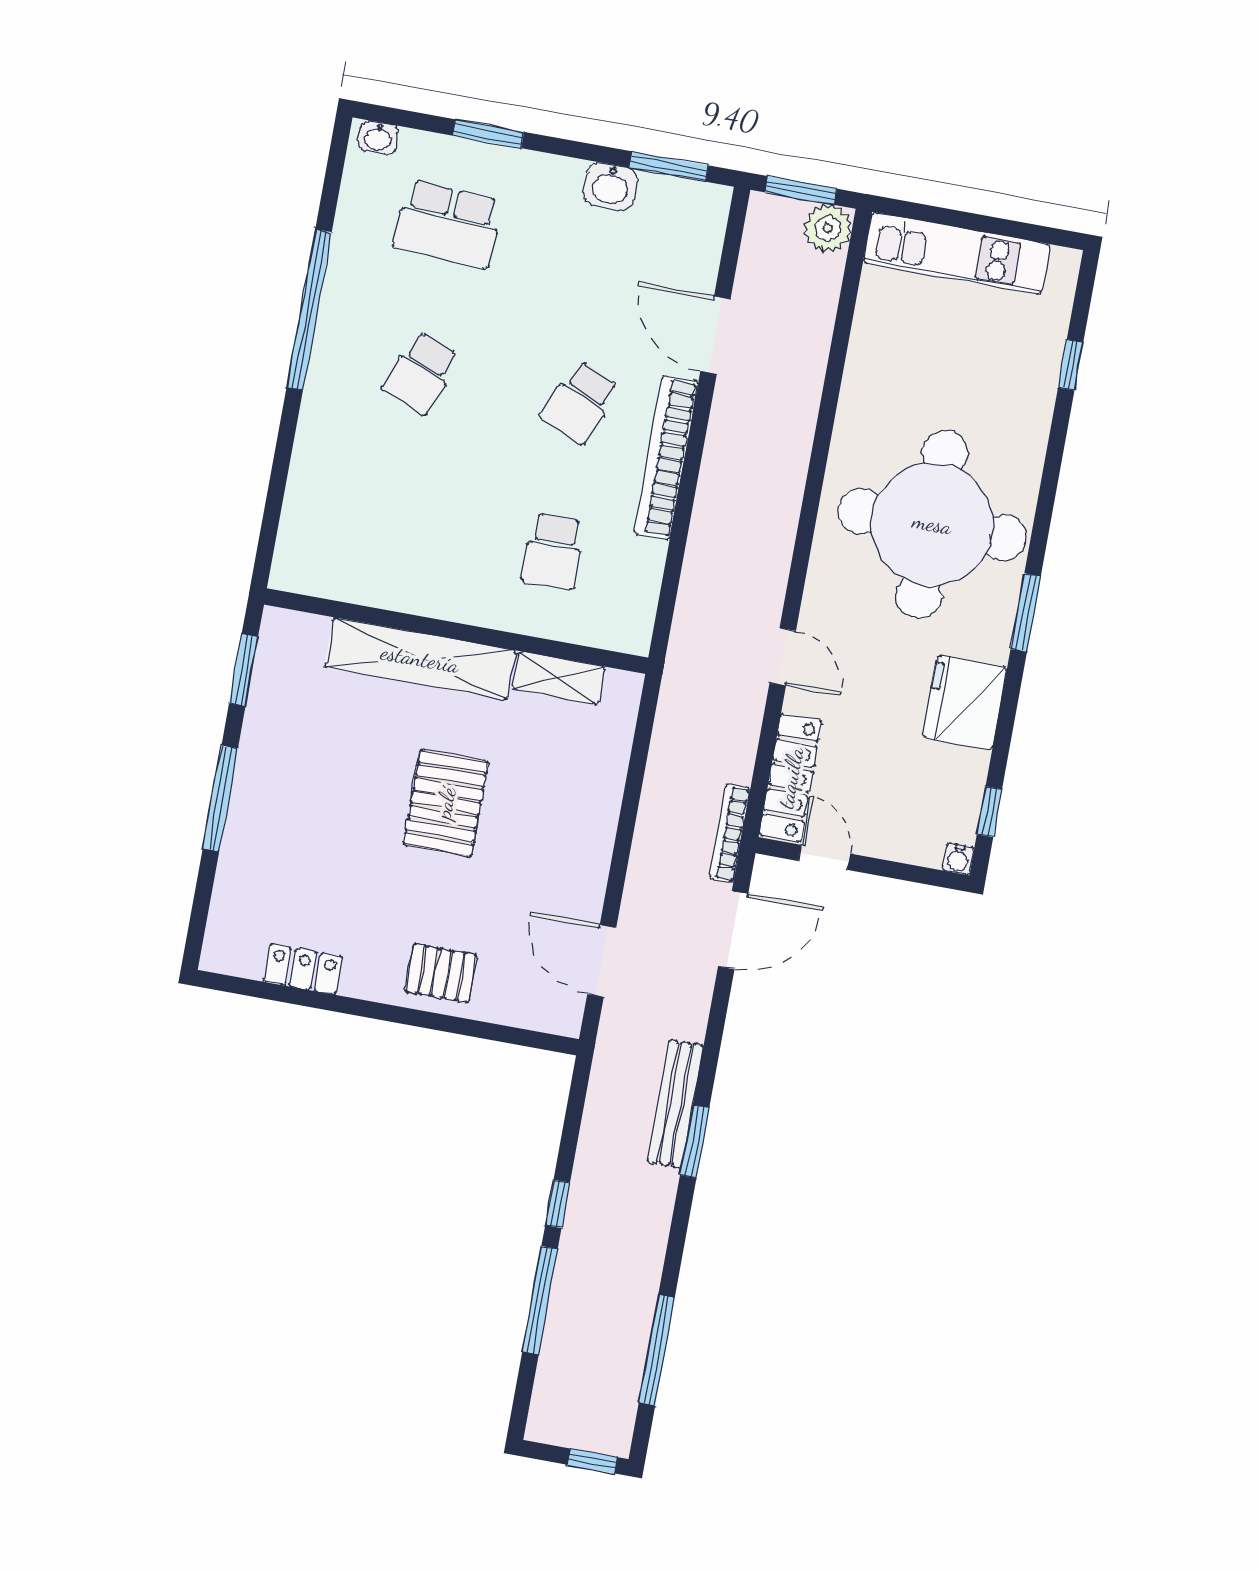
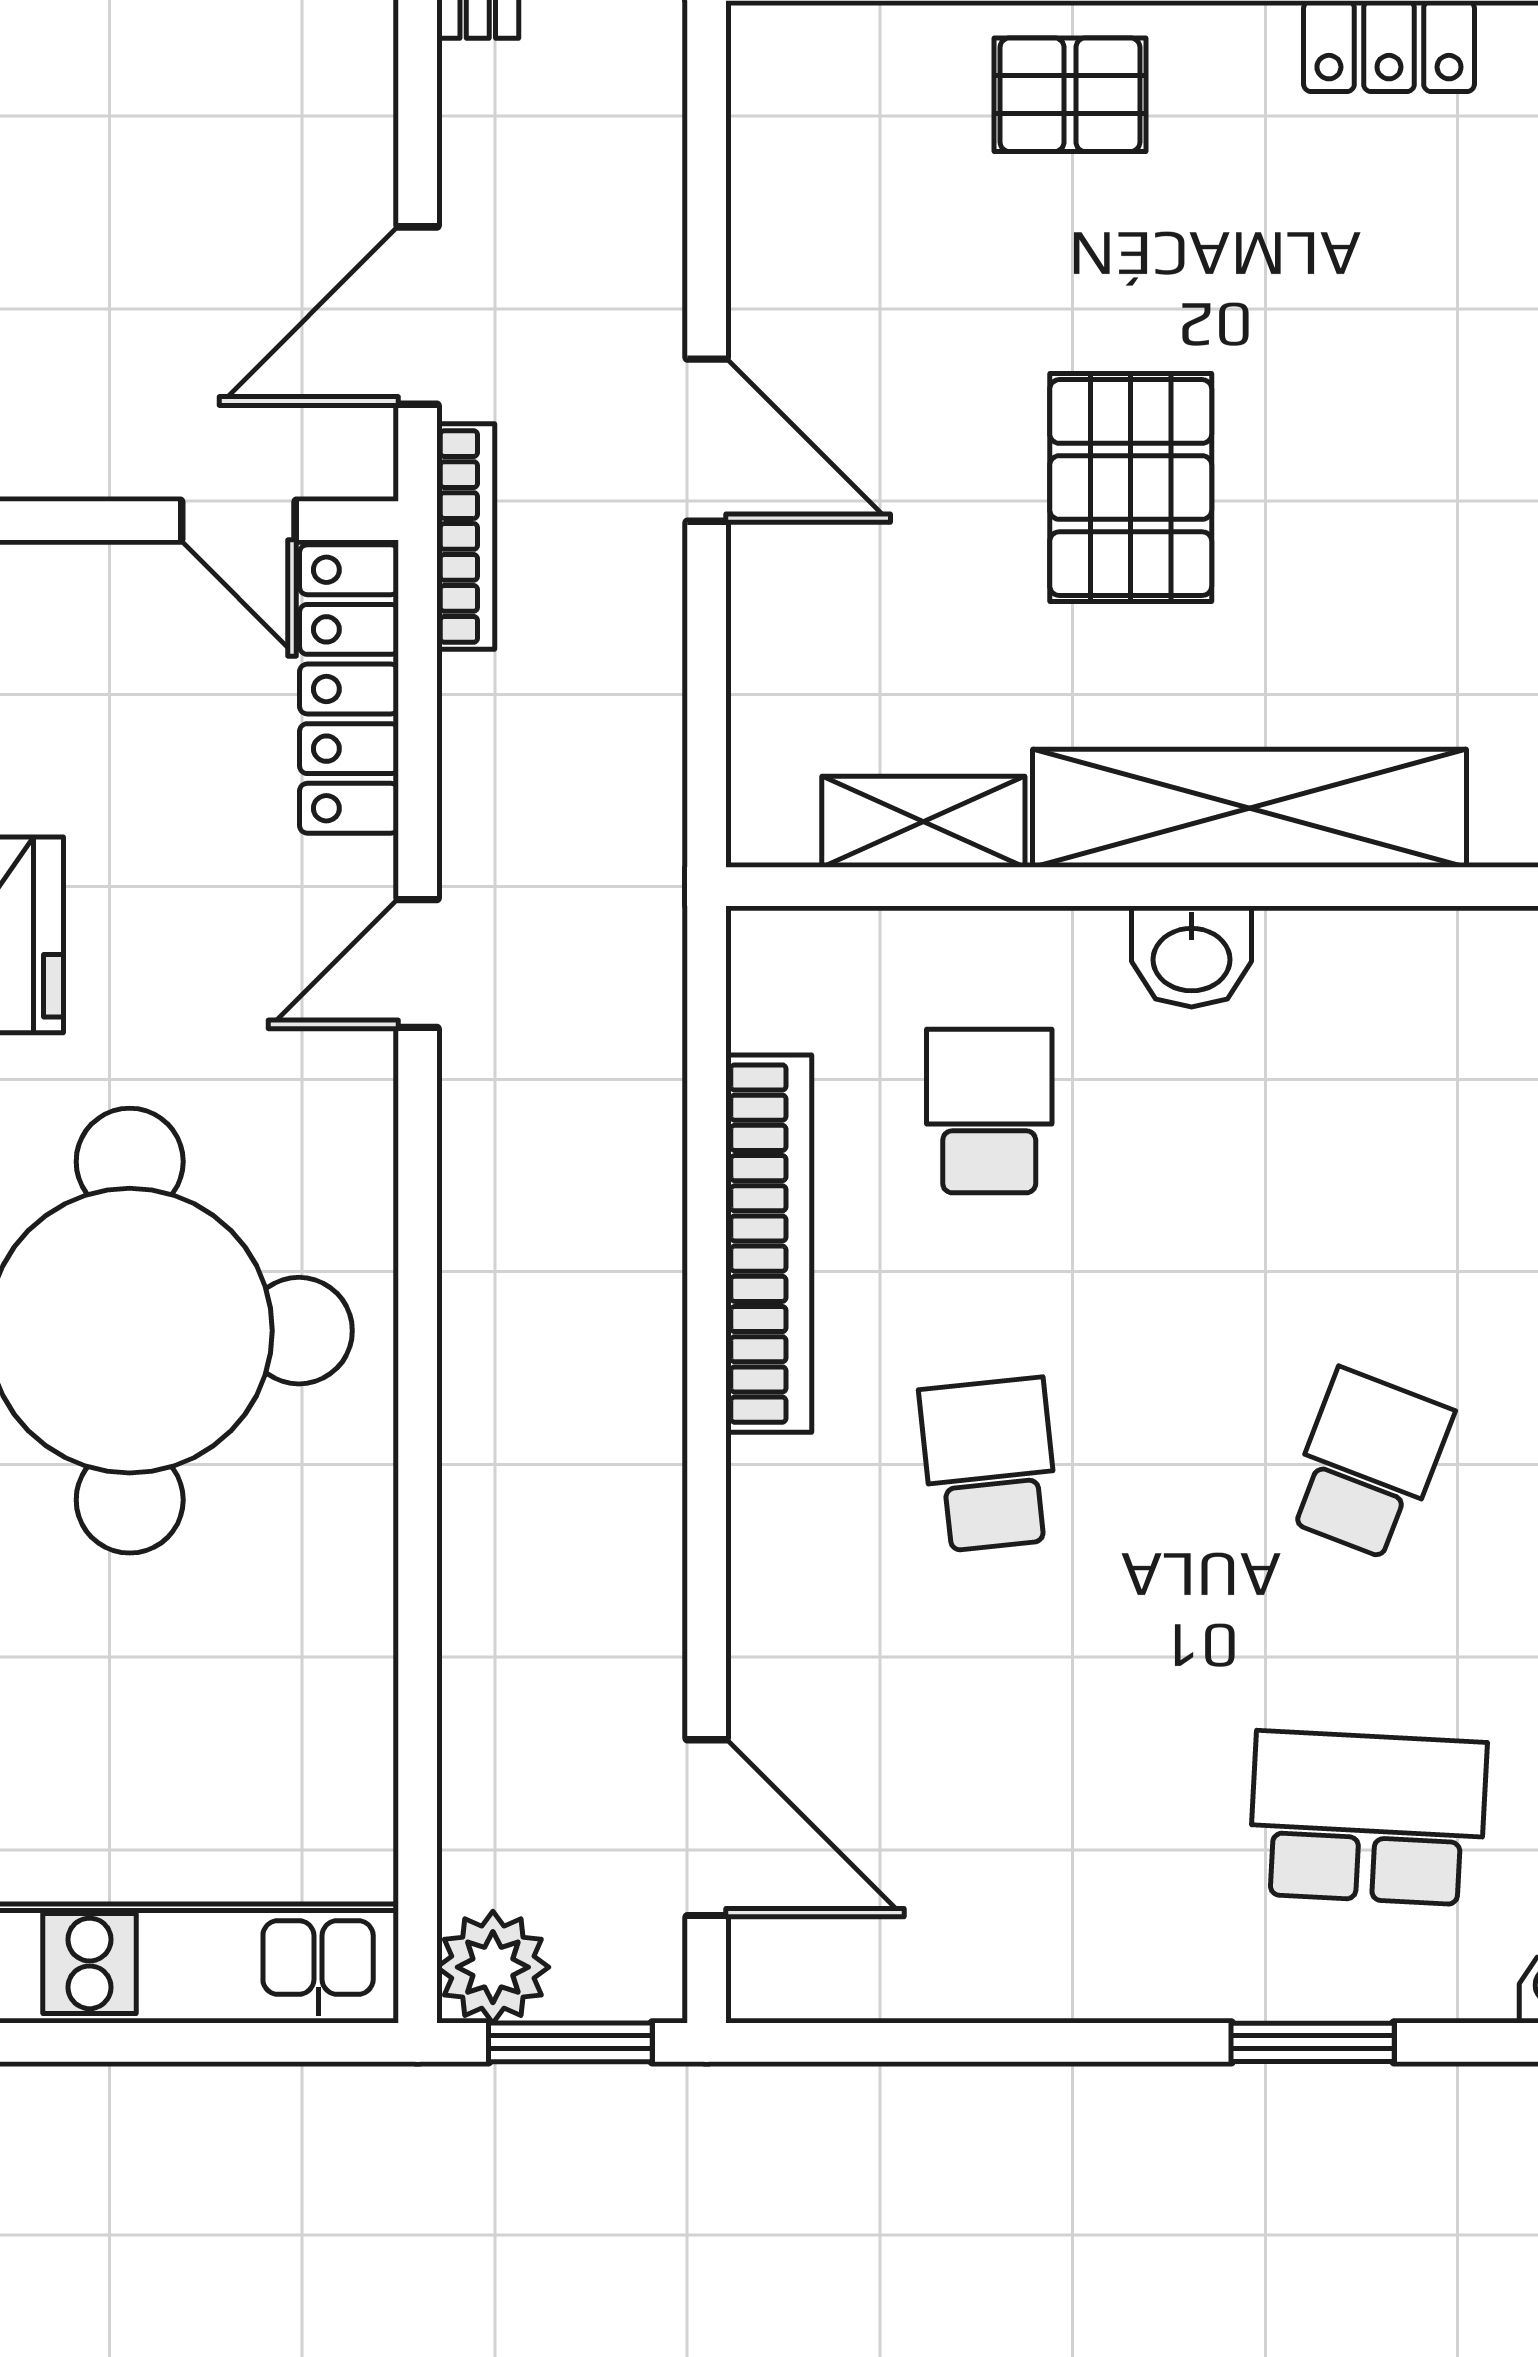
window: (669, 166) -> (884, 2042), removed
washbasin: (610, 186) -> (1192, 957), moved, turned 180
door: (715, 335) -> (707, 1828), moved
school desk: (580, 402) -> (989, 1464), turned -30
bookcase: (666, 458) -> (769, 1244), moved
door: (783, 657) -> (418, 964), hinge flipped
door: (602, 961) -> (707, 440), moved

